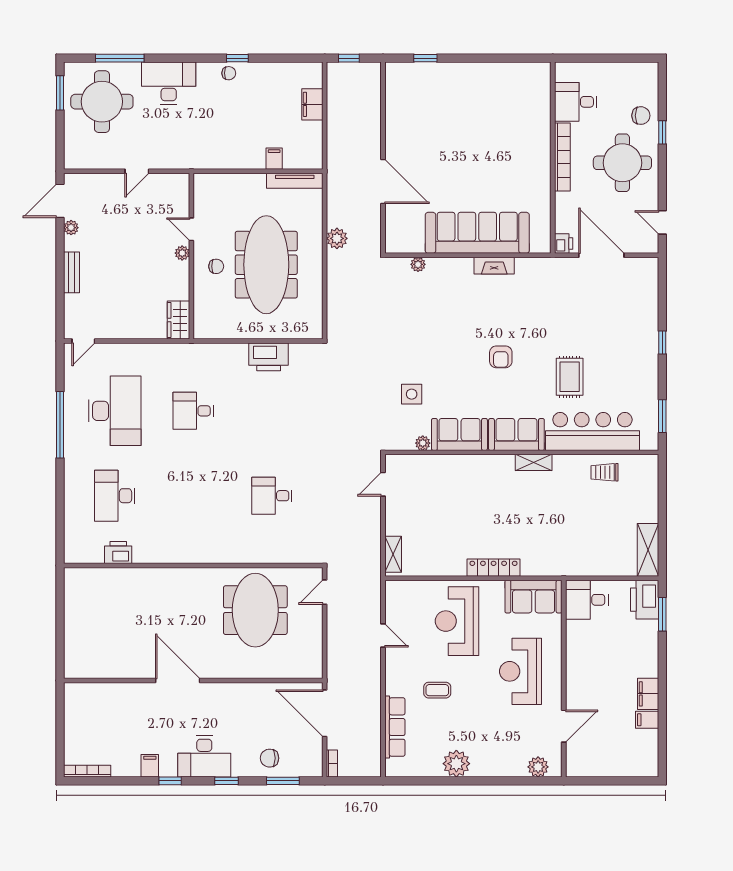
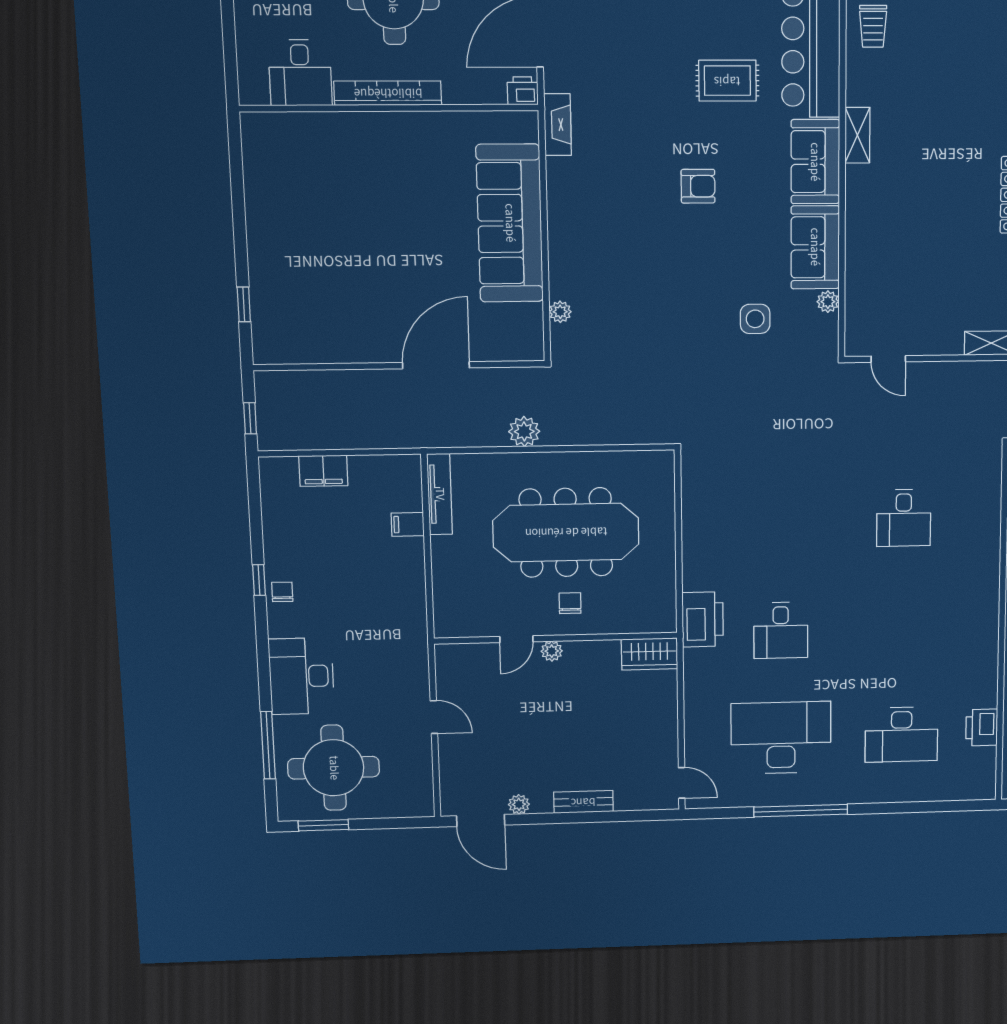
fireplace: (494, 266) -> (558, 125), moved
printer: (269, 357) -> (703, 619), moved

